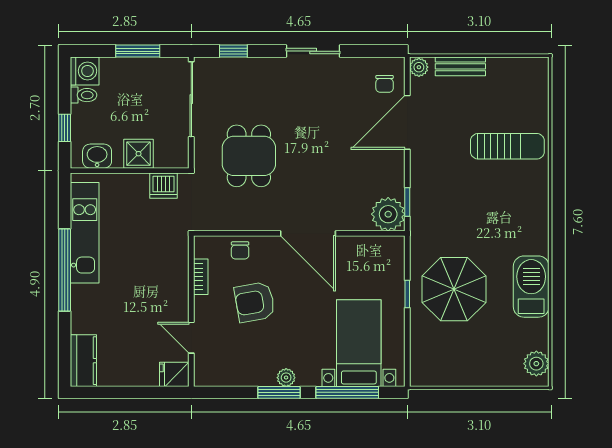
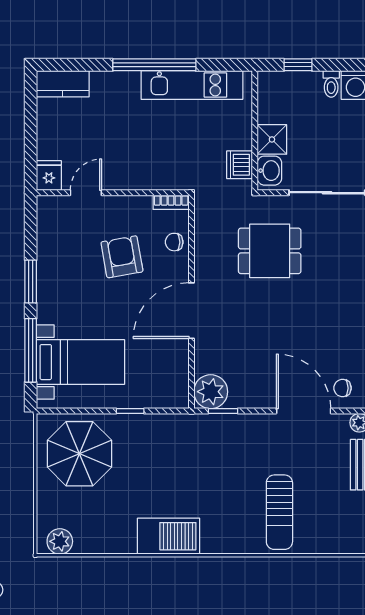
washbasin: (97, 156) -> (269, 171), moved
bookcase: (201, 277) -> (171, 202), moved
barbecue: (531, 287) -> (169, 536), moved
parasol: (454, 289) -> (79, 454), moved
plant: (286, 378) -> (46, 289), removed

